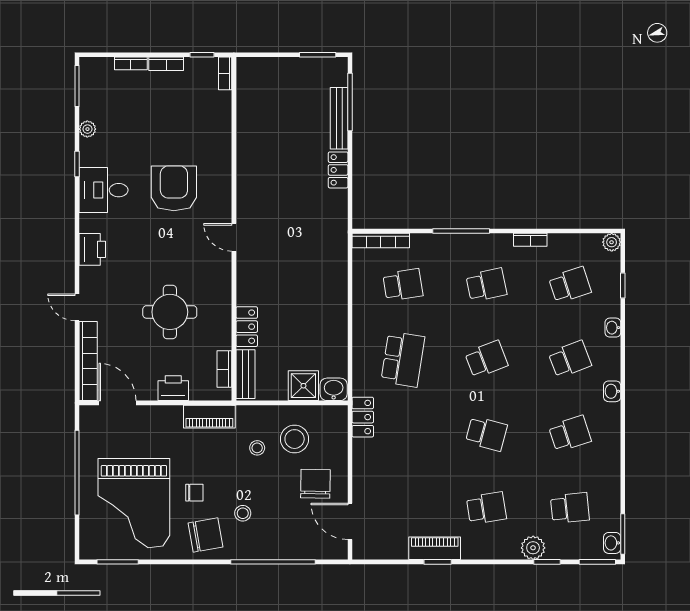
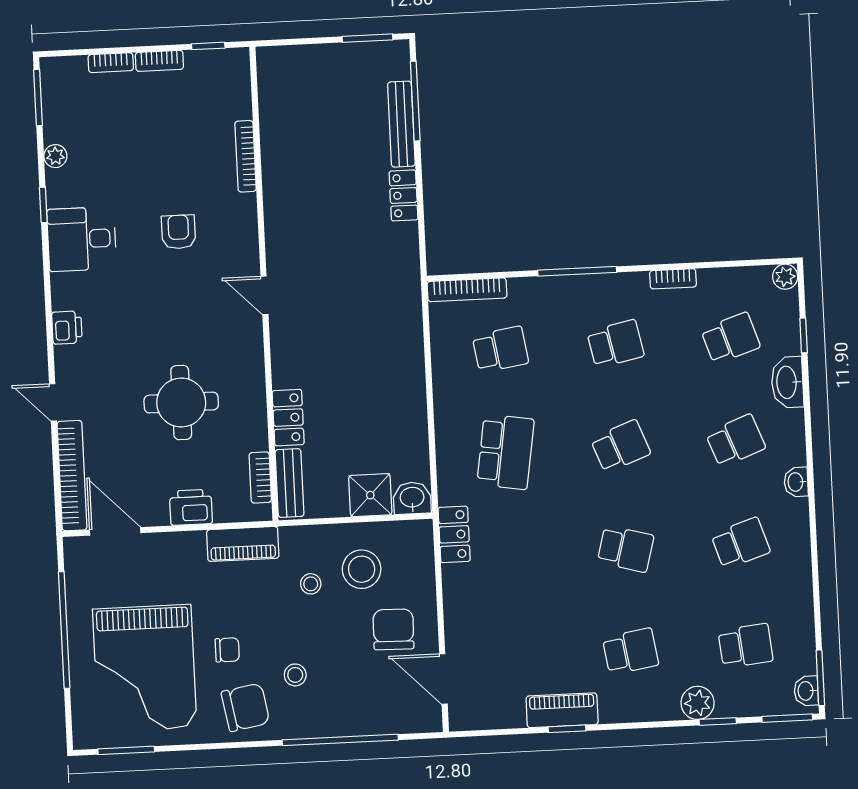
bookcase: (225, 73) -> (246, 156), moved, width x1.56
armchair: (174, 188) -> (179, 232), width x0.53, depth x0.53
printer: (92, 249) -> (67, 328), width x0.73, depth x0.81
washbasin: (613, 328) -> (787, 382), width x1.91, depth x1.45

